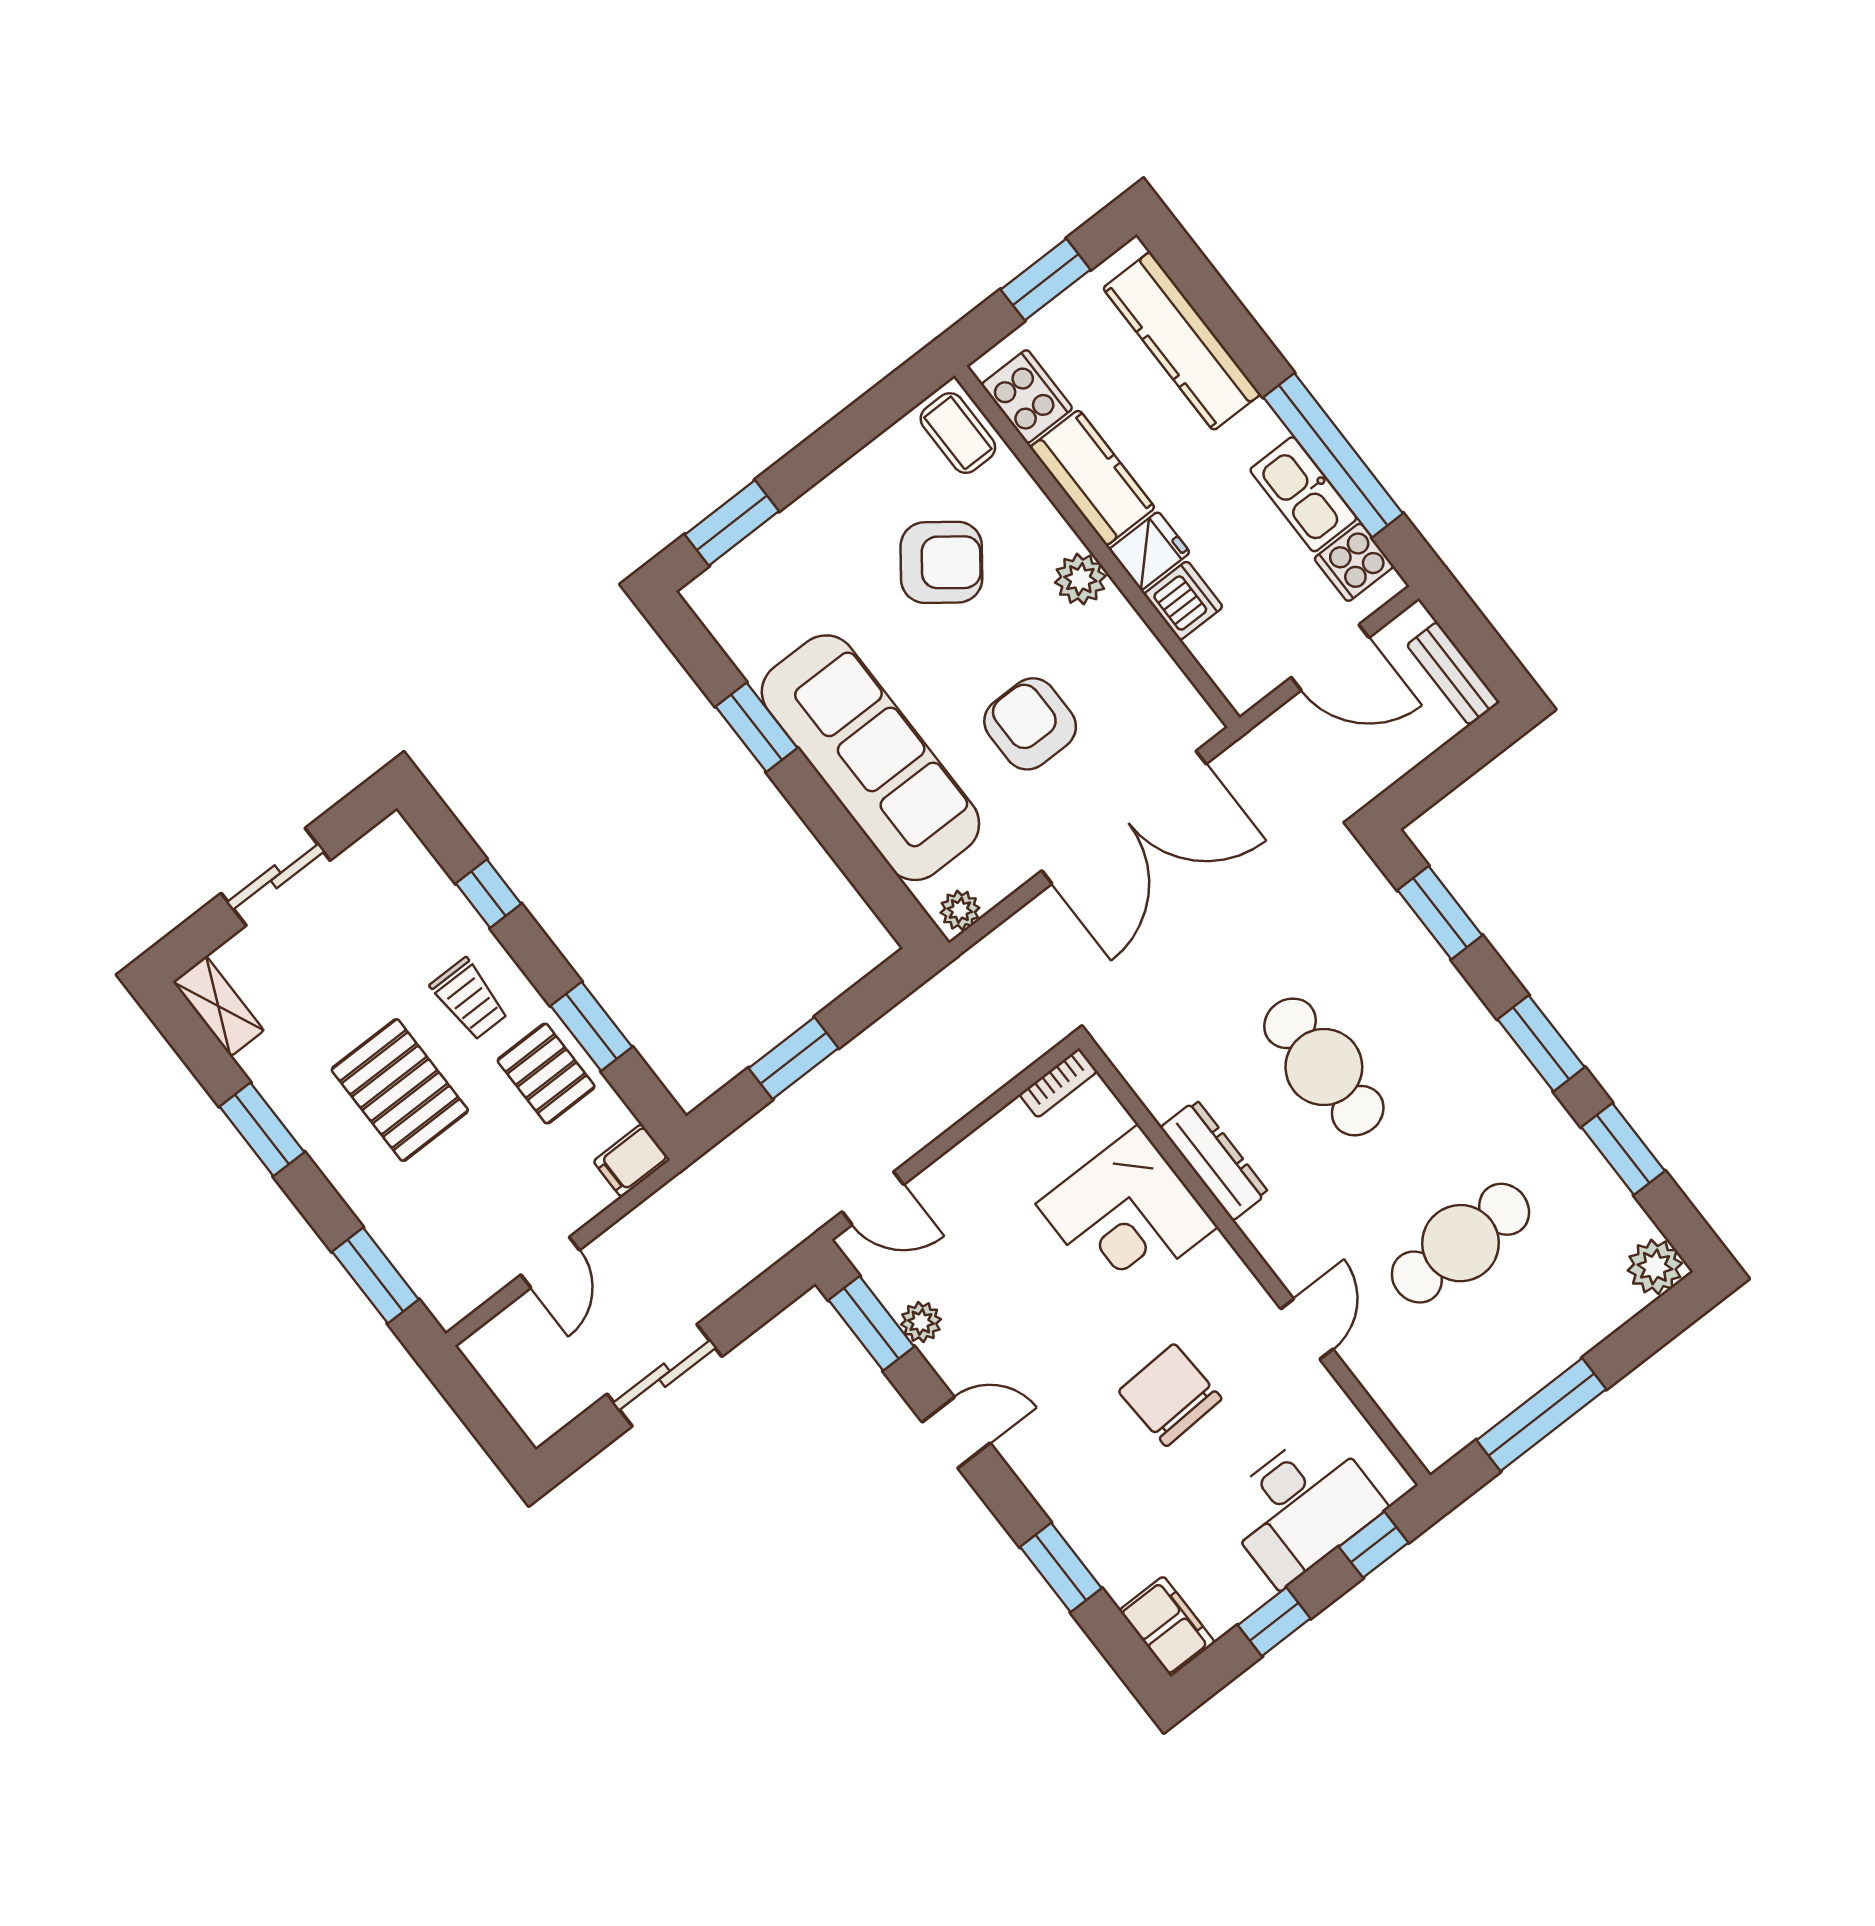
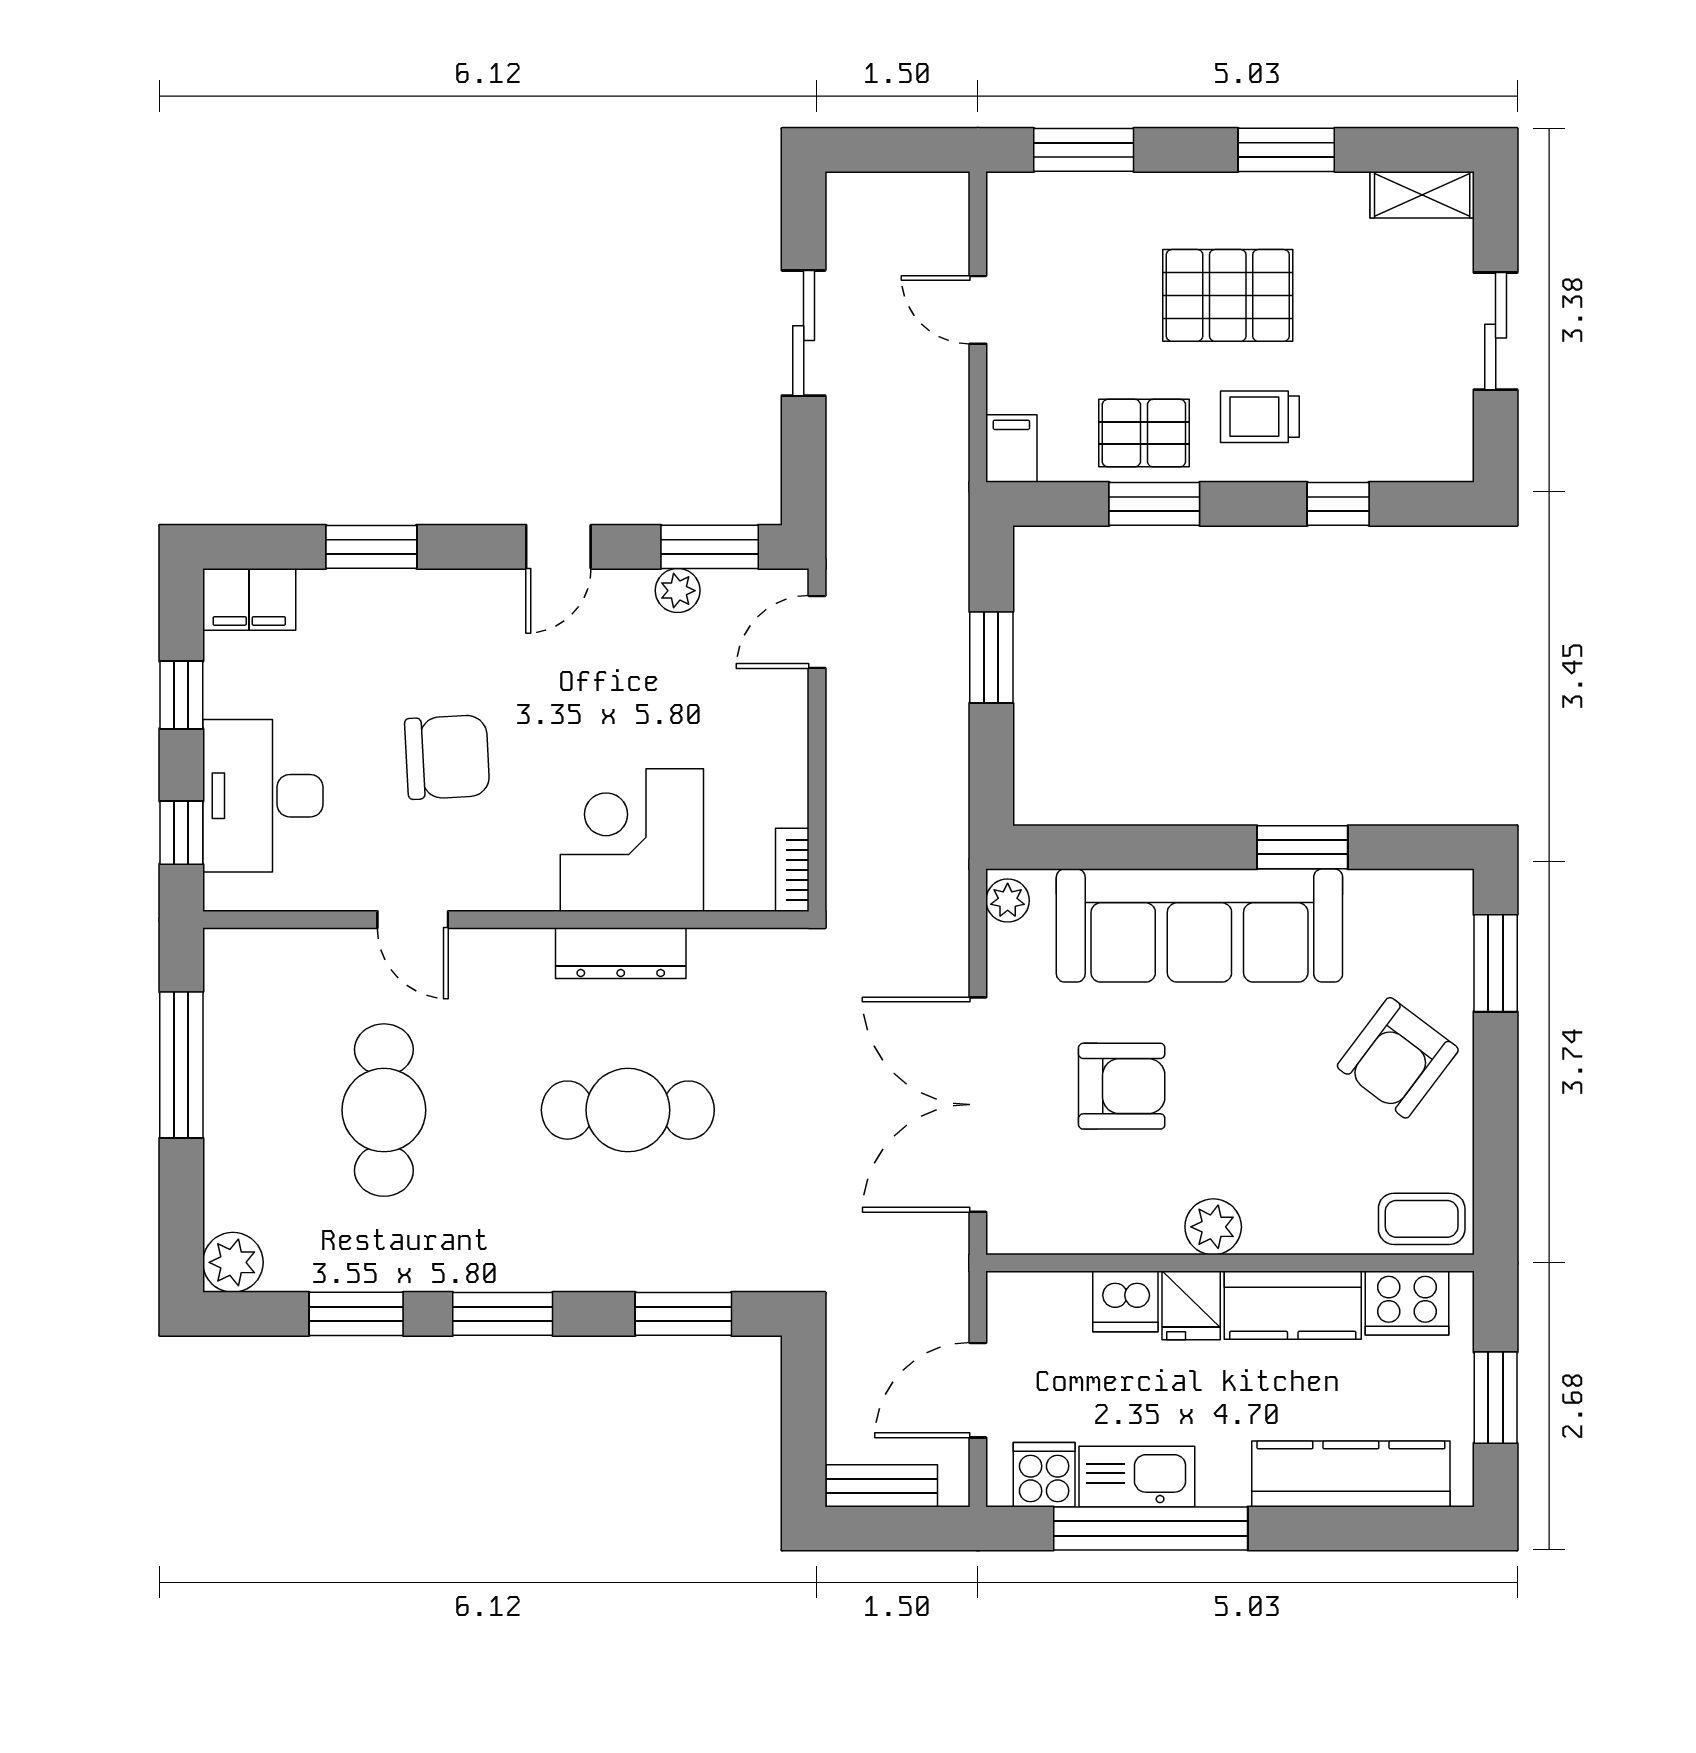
armchair: (941, 562) -> (1398, 1058), moved

